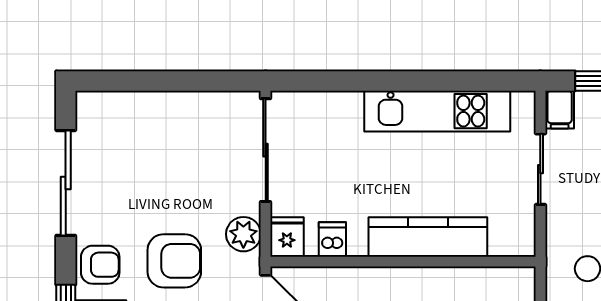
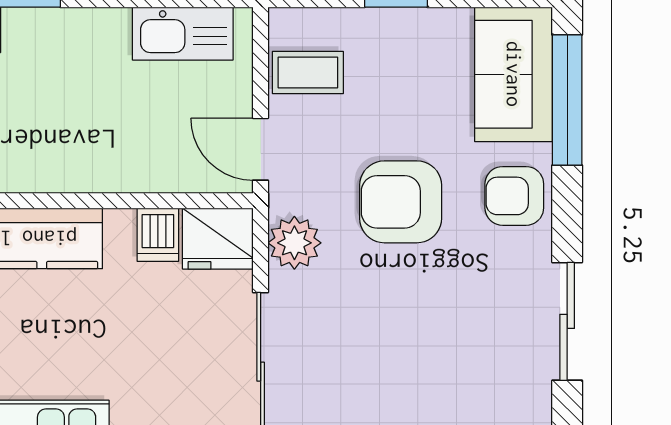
sliding door: (66, 183) -> (567, 321), width x0.73
fridge: (287, 237) -> (218, 239), width x1.38

